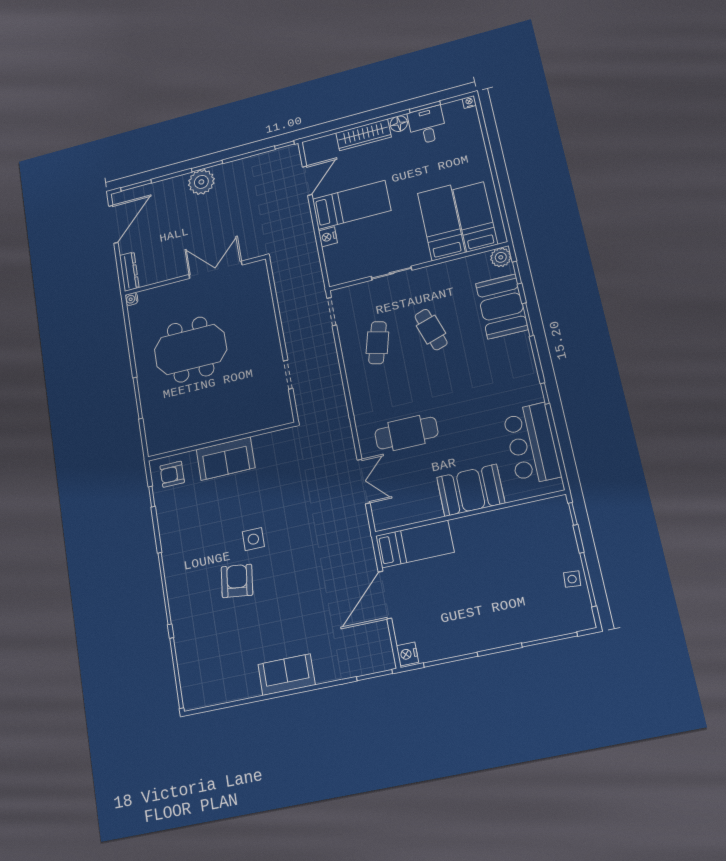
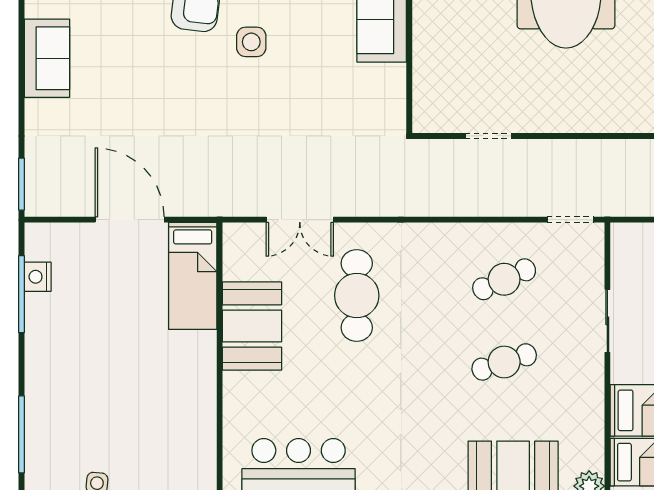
cafe table: (377, 343) -> (504, 279), turned -39
booth: (471, 490) -> (252, 326), moved
nightstand: (407, 654) -> (38, 277), moved, turned -90

